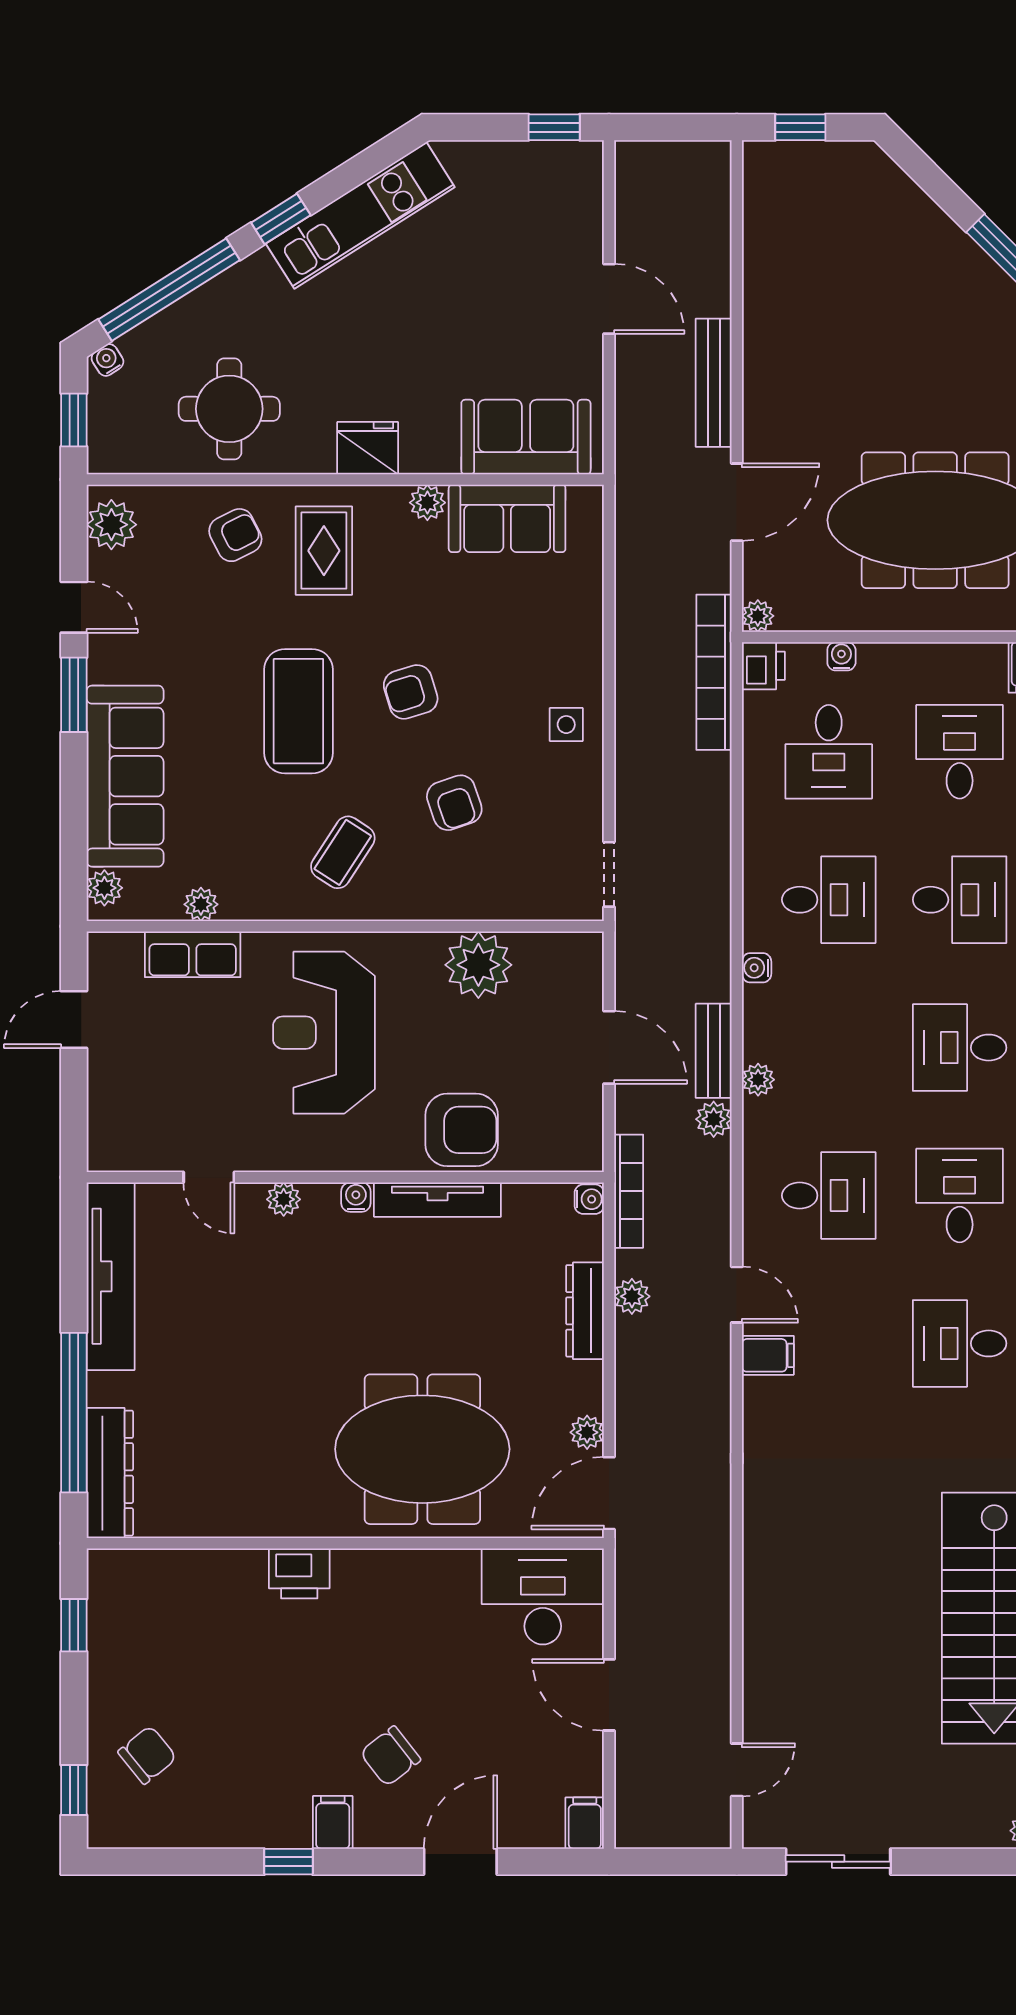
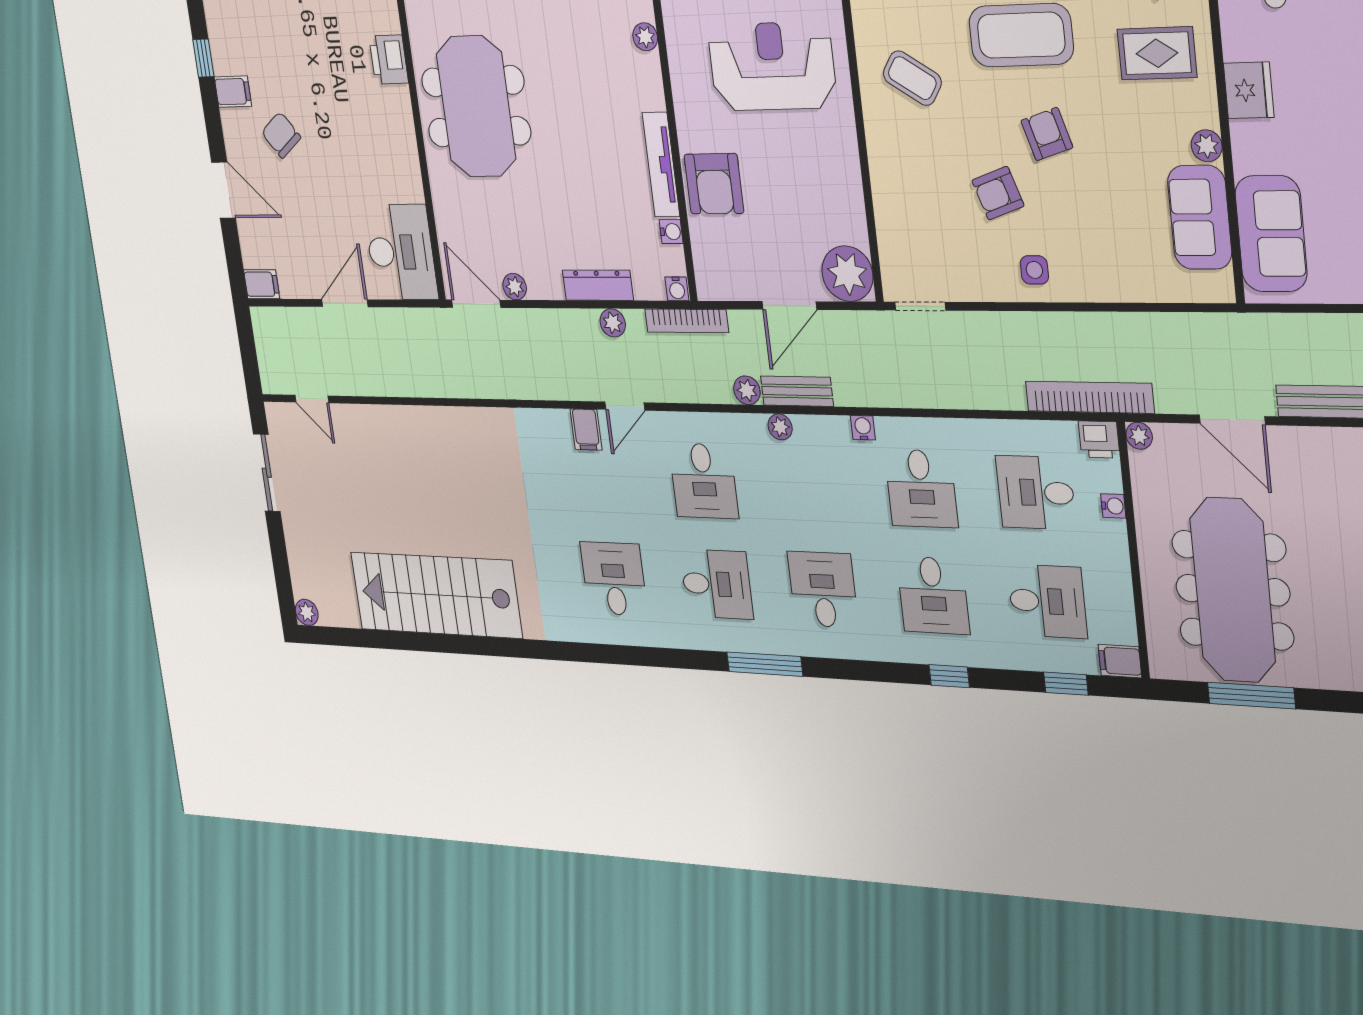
armchair: (454, 803) -> (998, 193), moved
plant: (478, 965) -> (847, 274), moved
water cooler: (356, 1197) -> (671, 232), moved
meeting table: (422, 1449) -> (476, 106), moved

